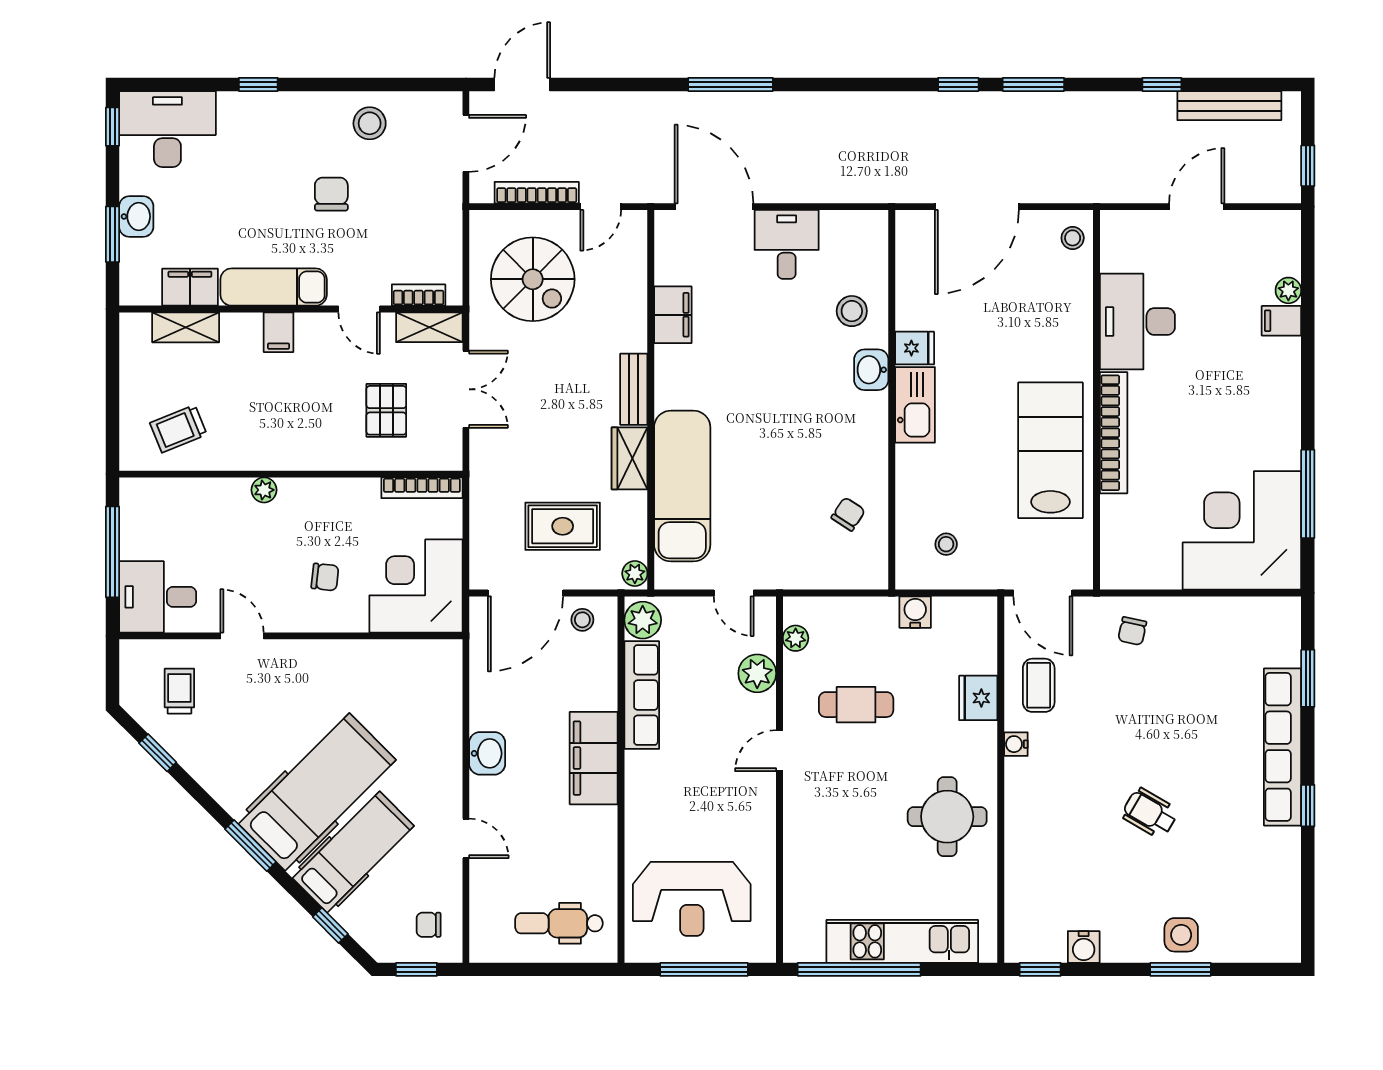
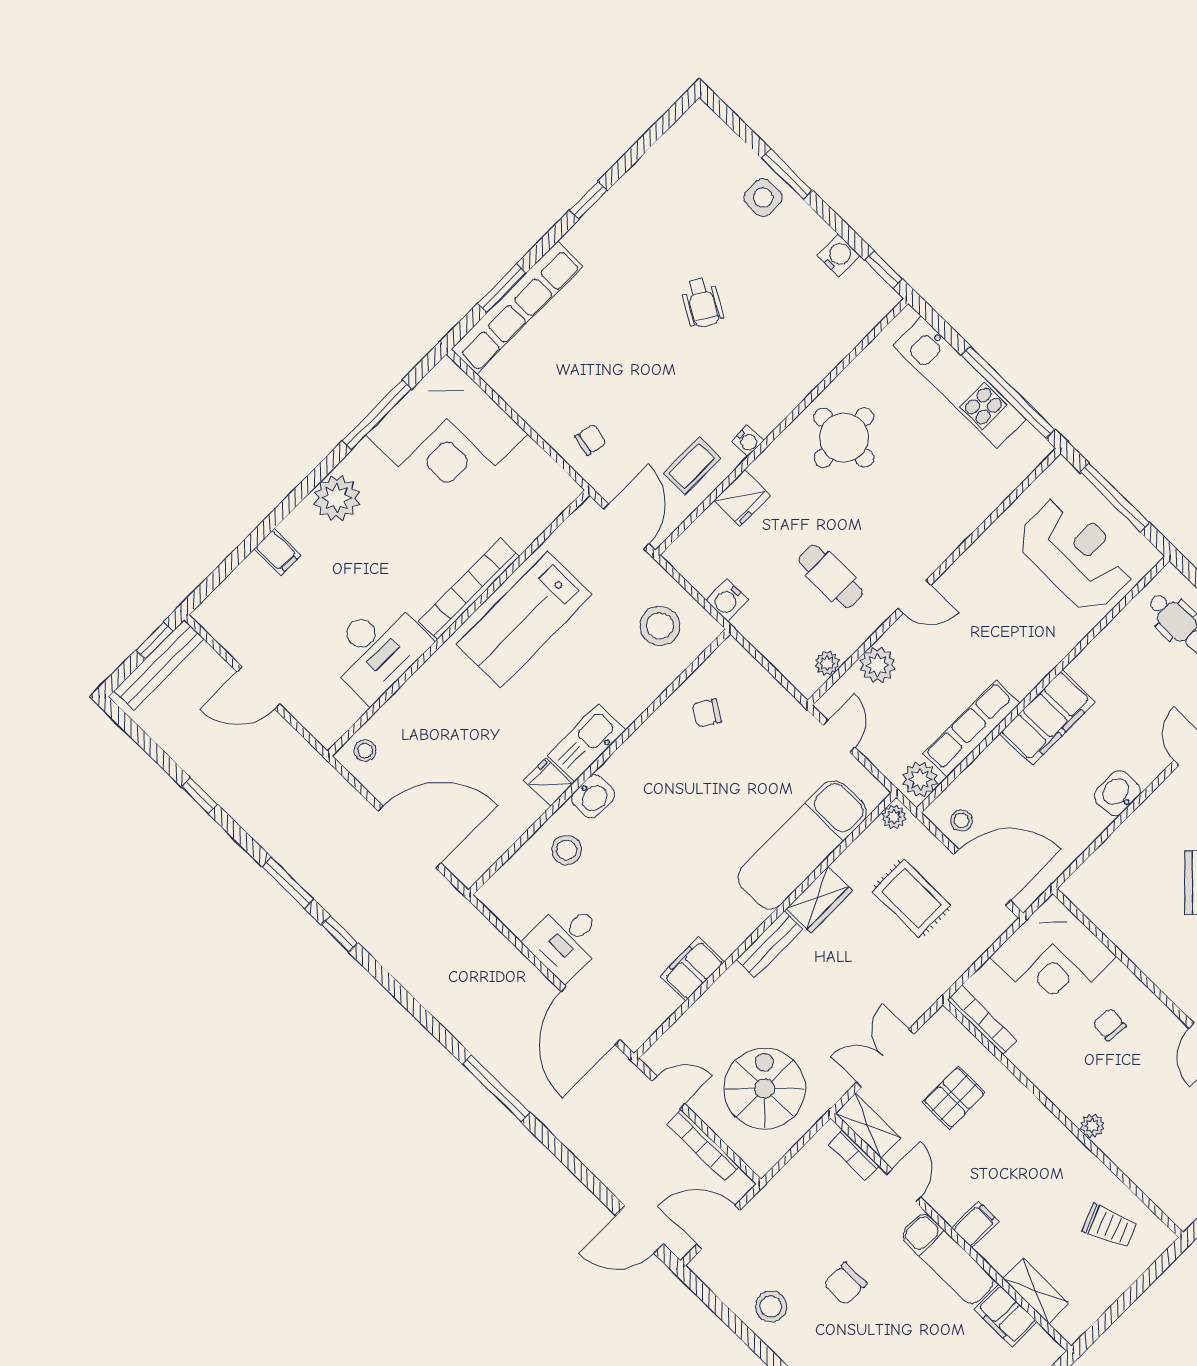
bench: (1229, 106) -> (159, 665), moved, turned 90
plant: (1288, 290) -> (336, 498), moved, width x1.87, depth x1.87
stool: (946, 544) -> (660, 626), width x1.89, depth x1.89
row of seats: (1283, 747) -> (517, 308), moved

